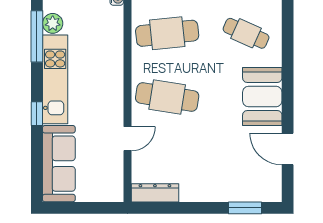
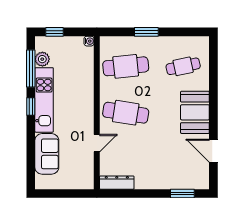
cafe table: (246, 33) -> (183, 66), turned -36
window: (37, 114) -> (31, 106), moved
sofa: (59, 164) -> (47, 154), width x0.73

